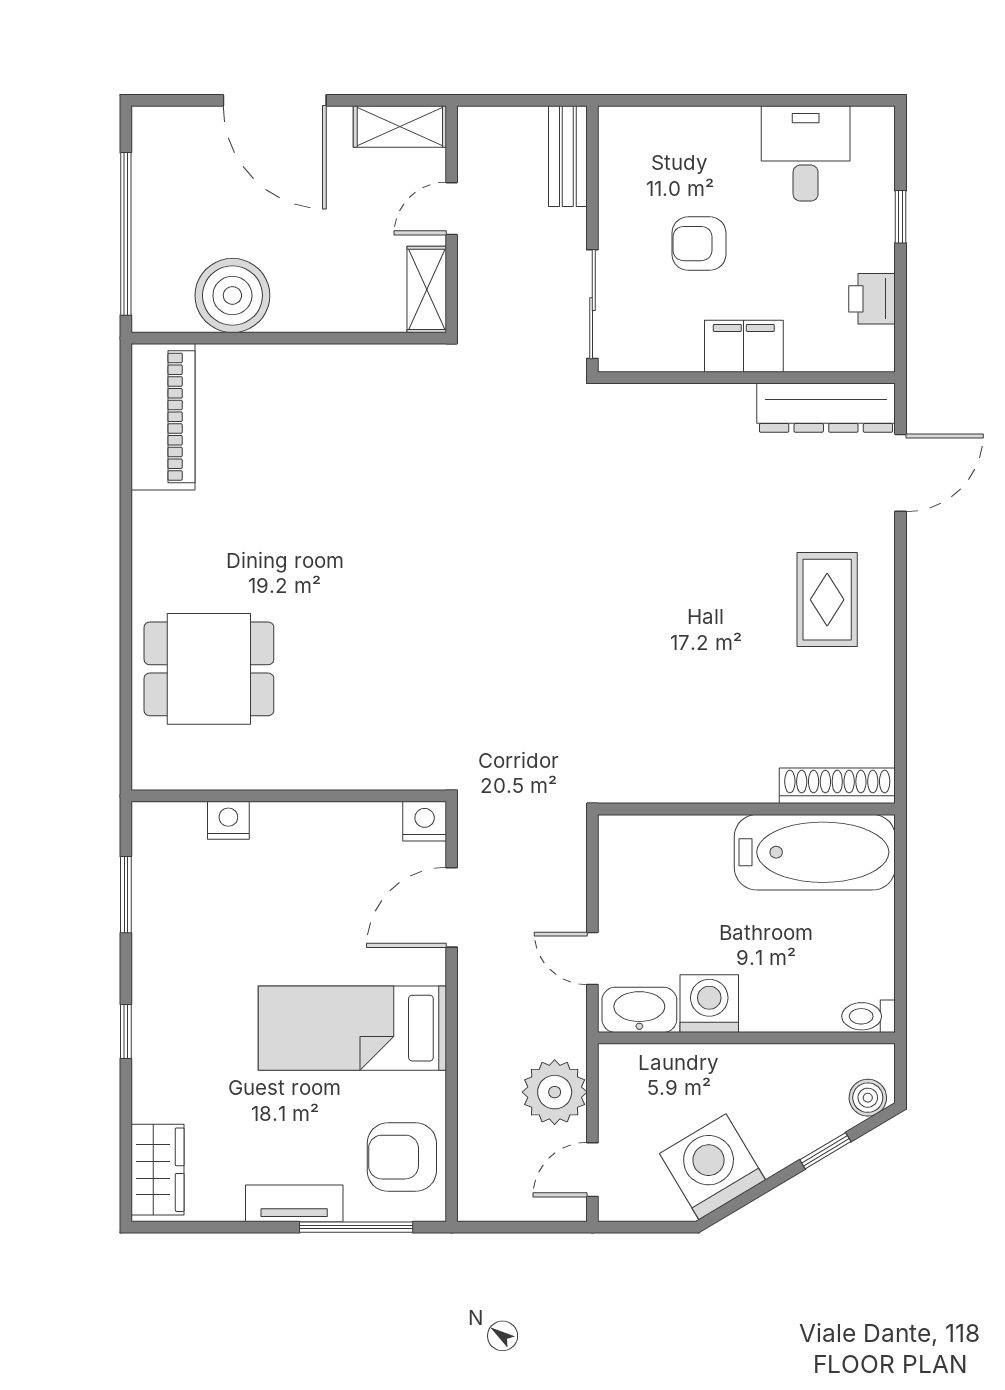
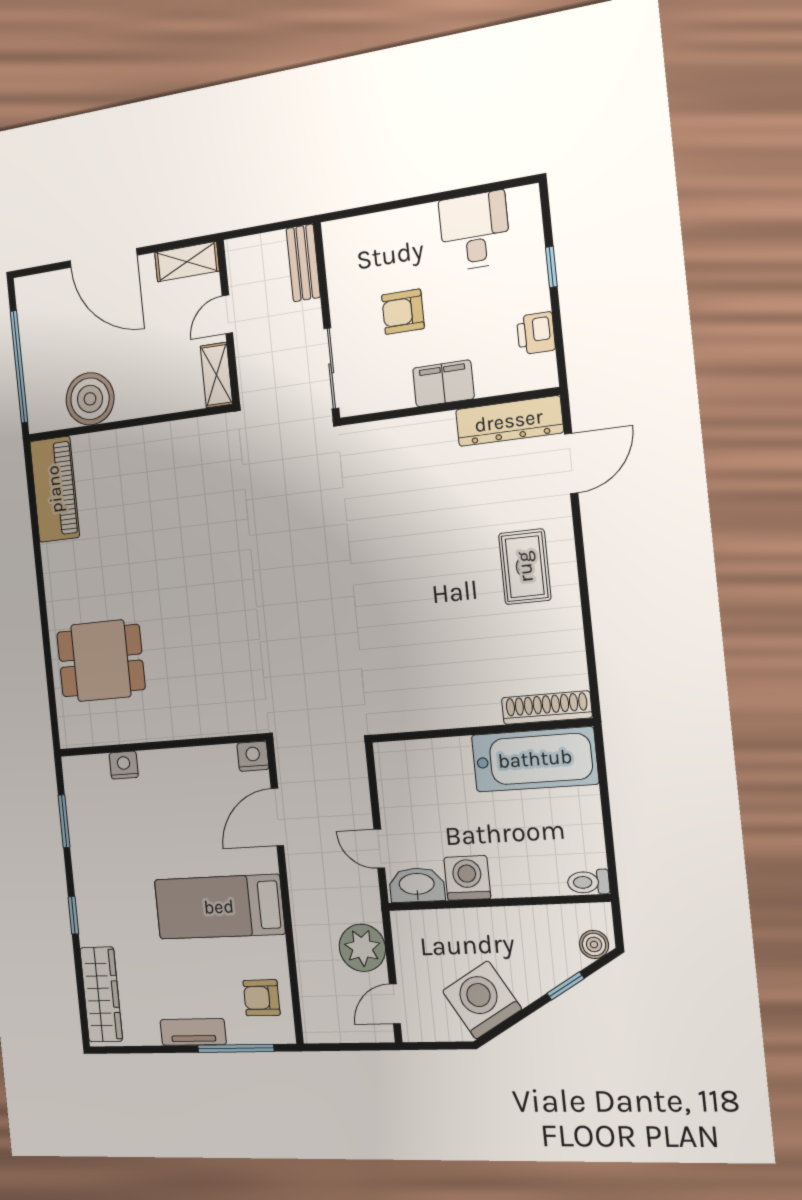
armchair: (402, 1157) -> (262, 998), width x0.72, depth x0.72
wardrobe: (158, 1170) -> (101, 994), width x1.50

